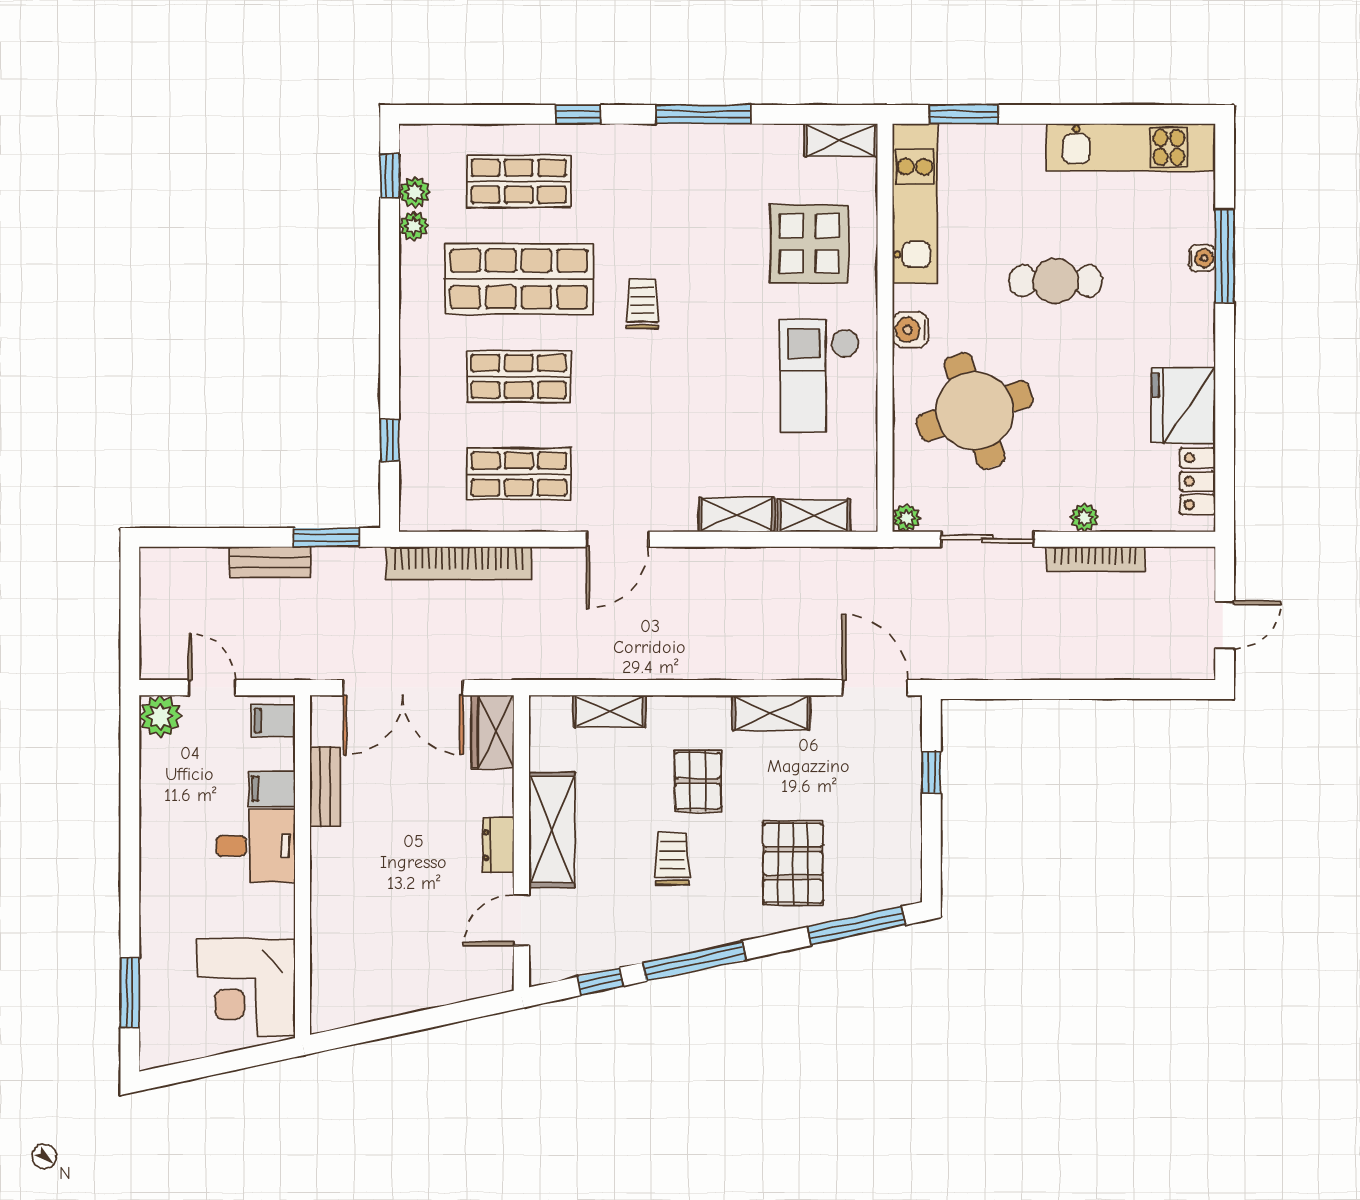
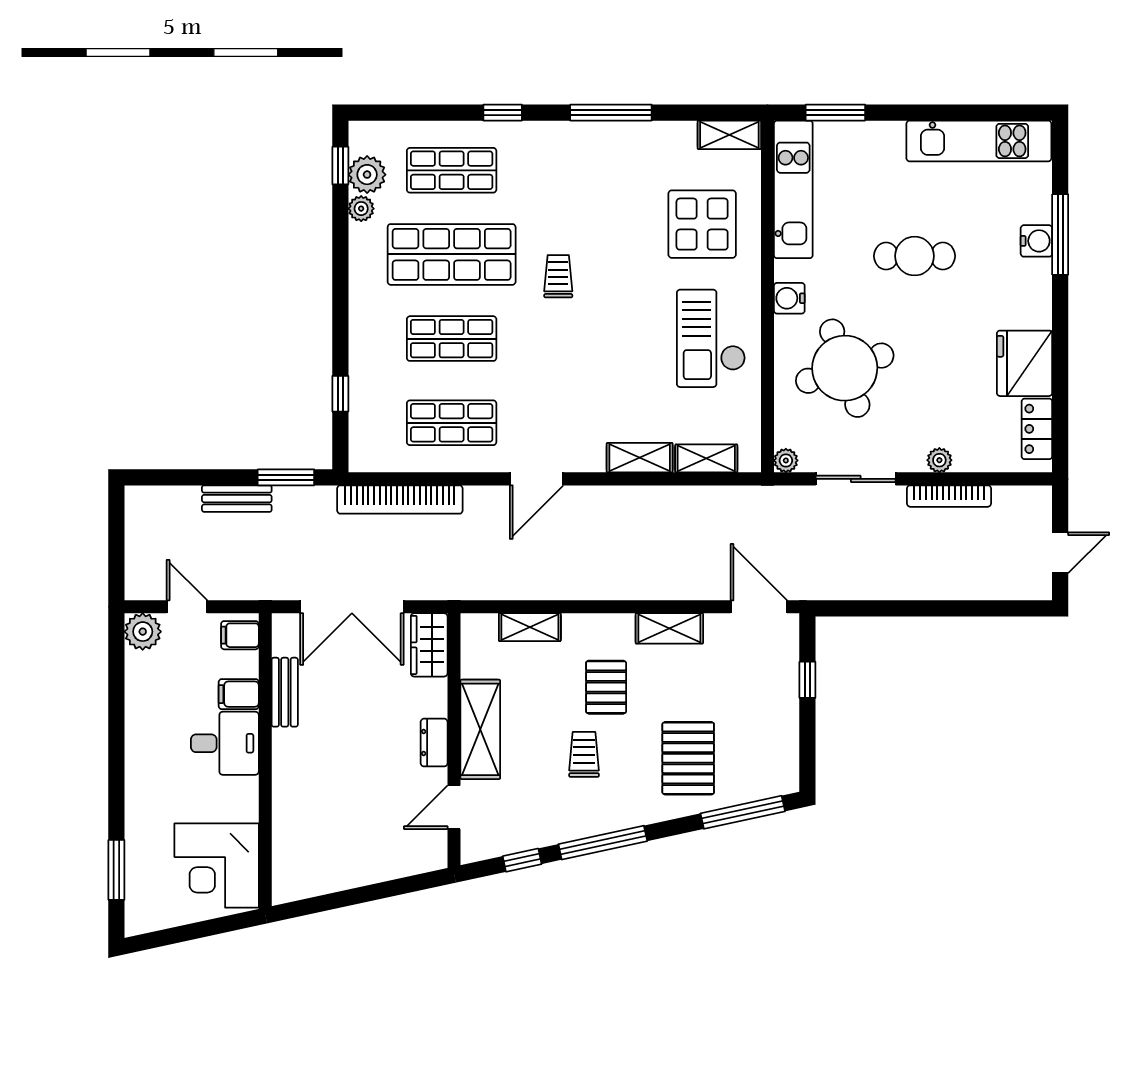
plant: (415, 192) -> (367, 175), width x1.38, depth x1.38
water cooler: (1202, 258) -> (1036, 241), width x1.38, depth x1.38

